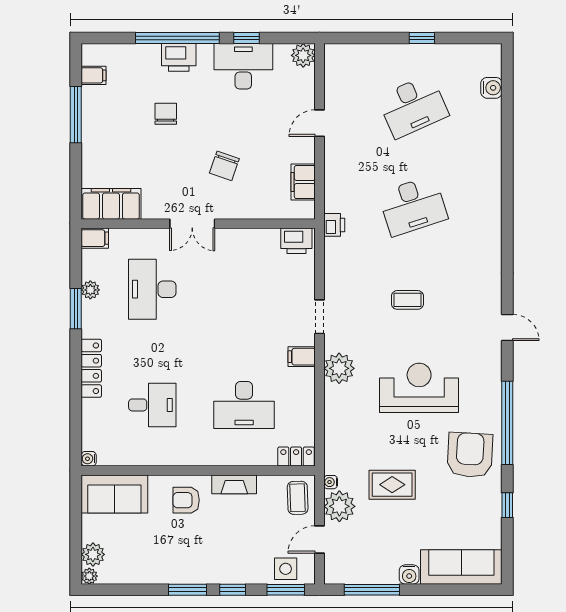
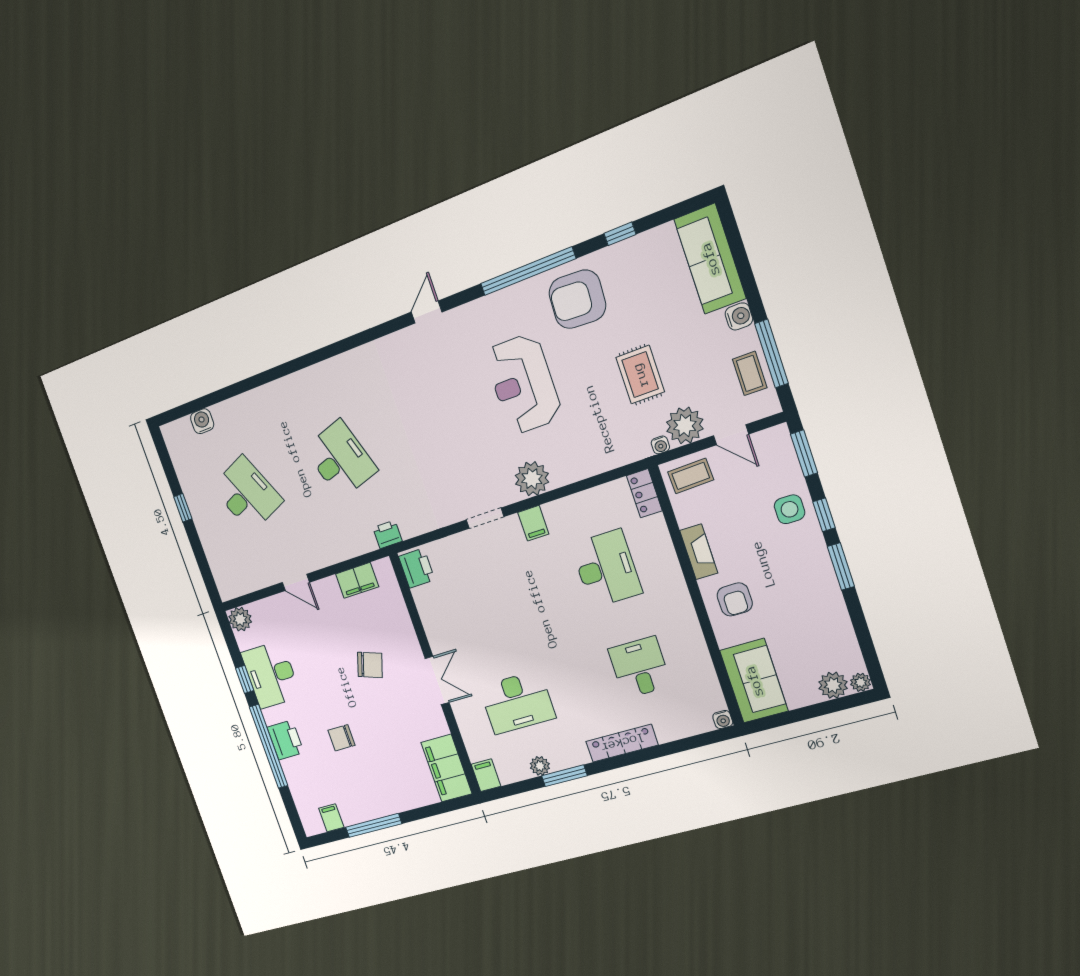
coffee table: (407, 300) -> (750, 373), moved
side table: (286, 569) -> (789, 509), moved

